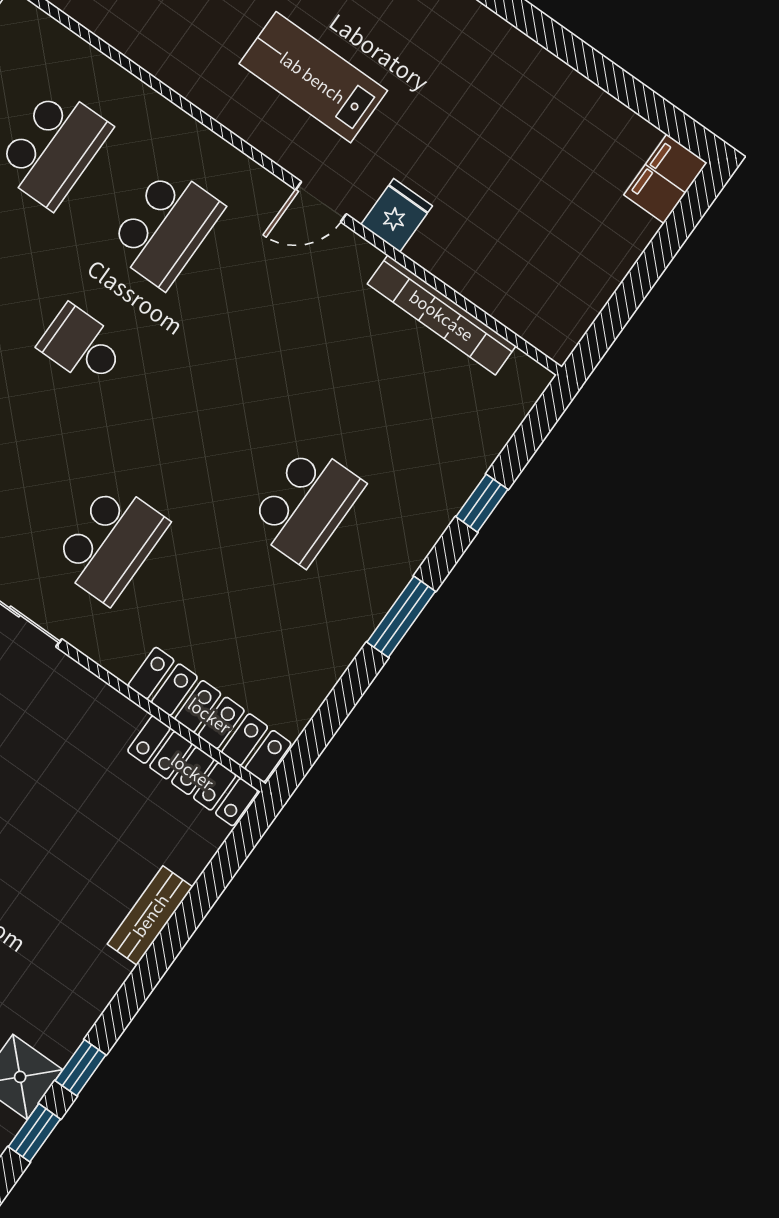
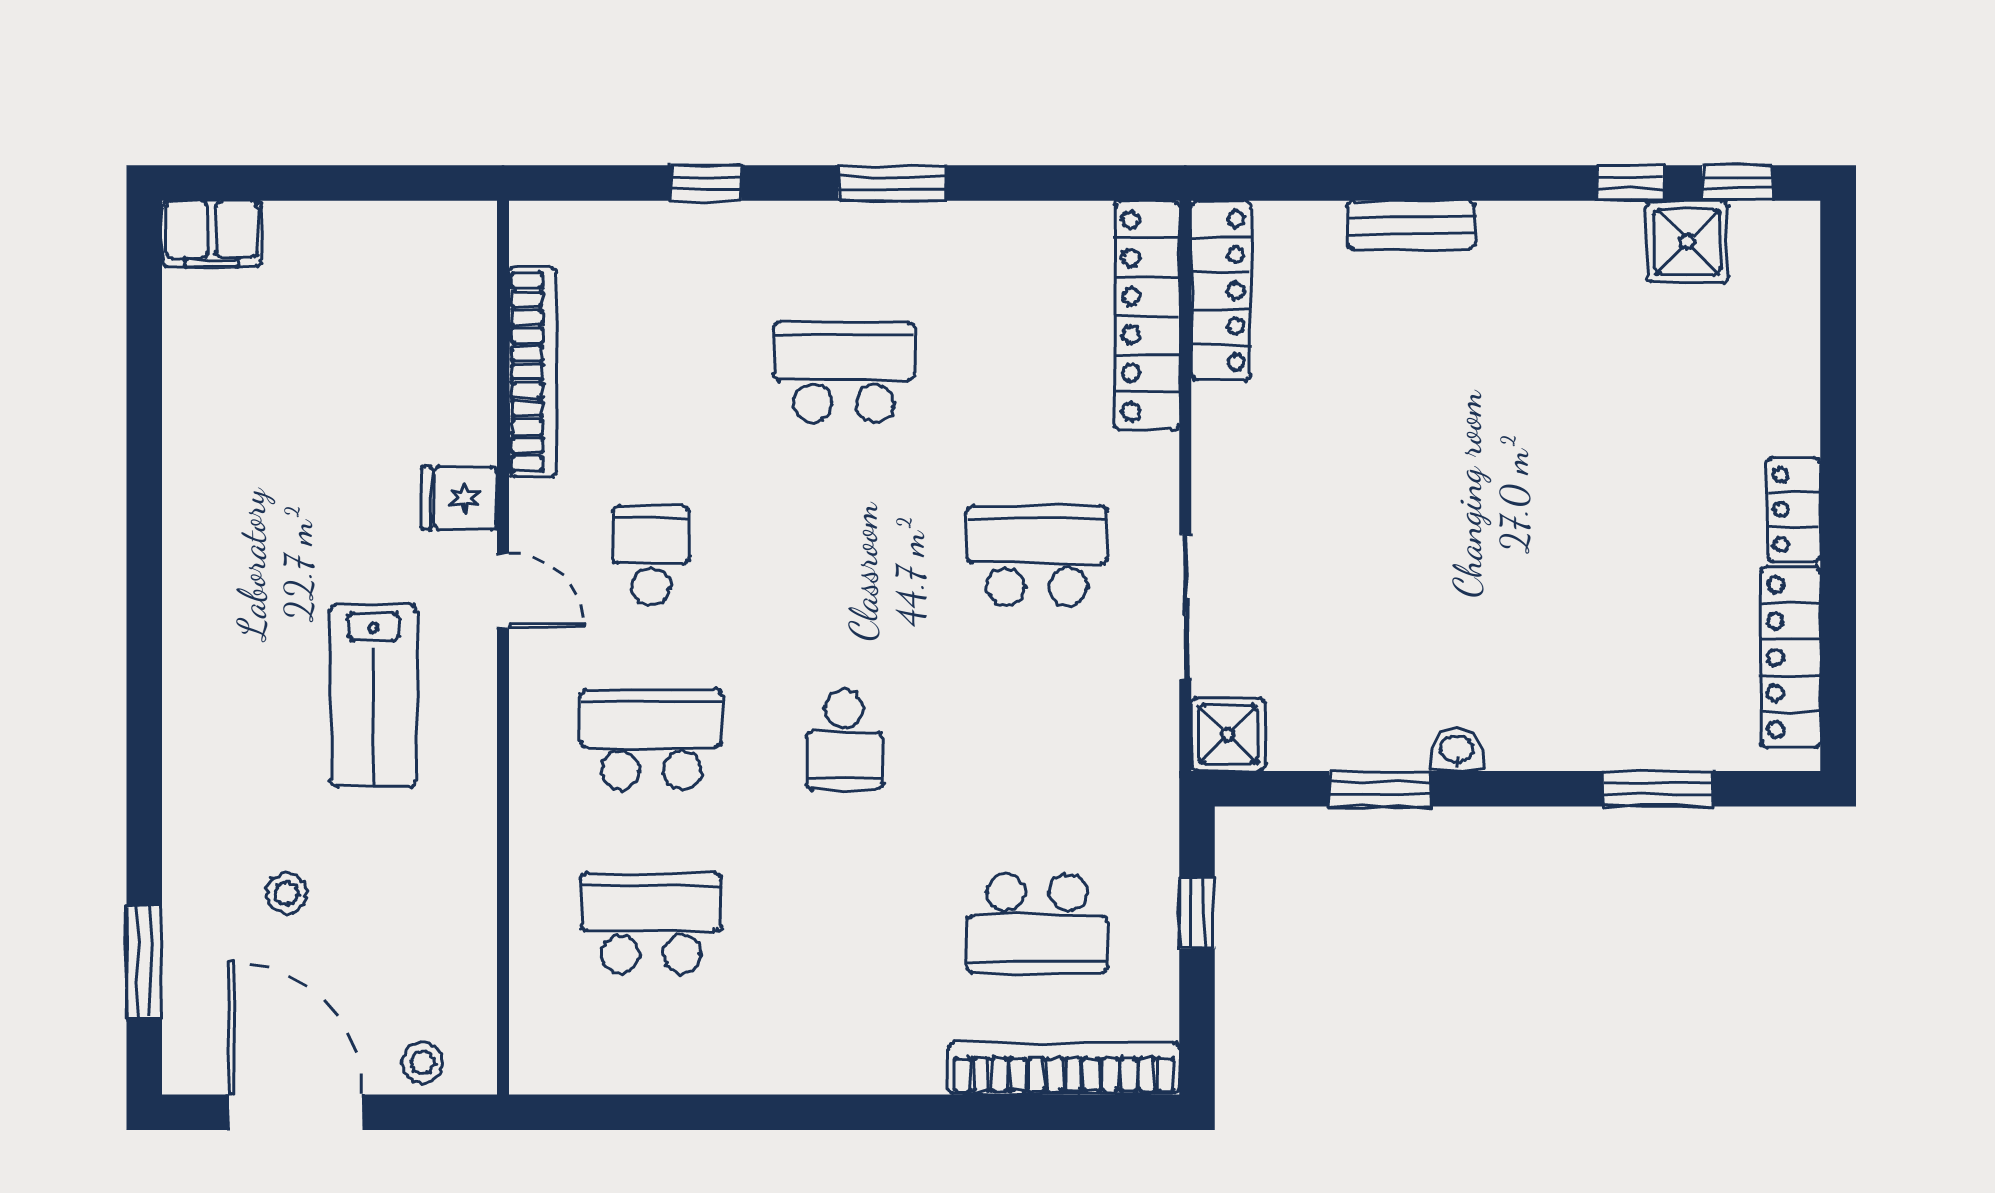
school desk: (278, 308) -> (651, 556), added

